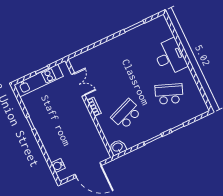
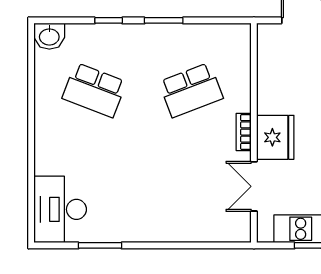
desk: (170, 57) -> (60, 209), moved
fridge: (79, 111) -> (275, 137), added
washbasin: (118, 147) -> (49, 36), moved

